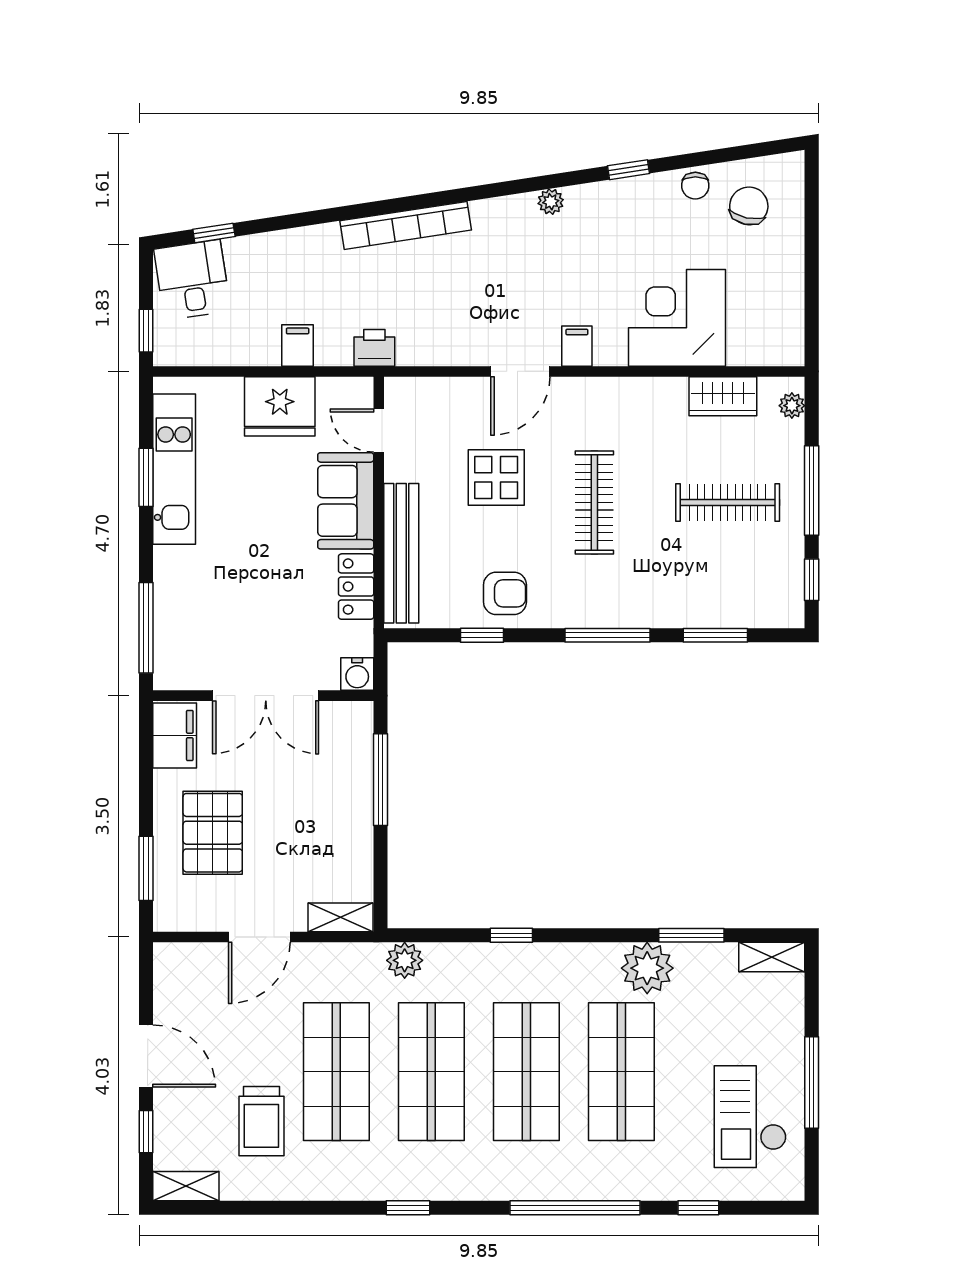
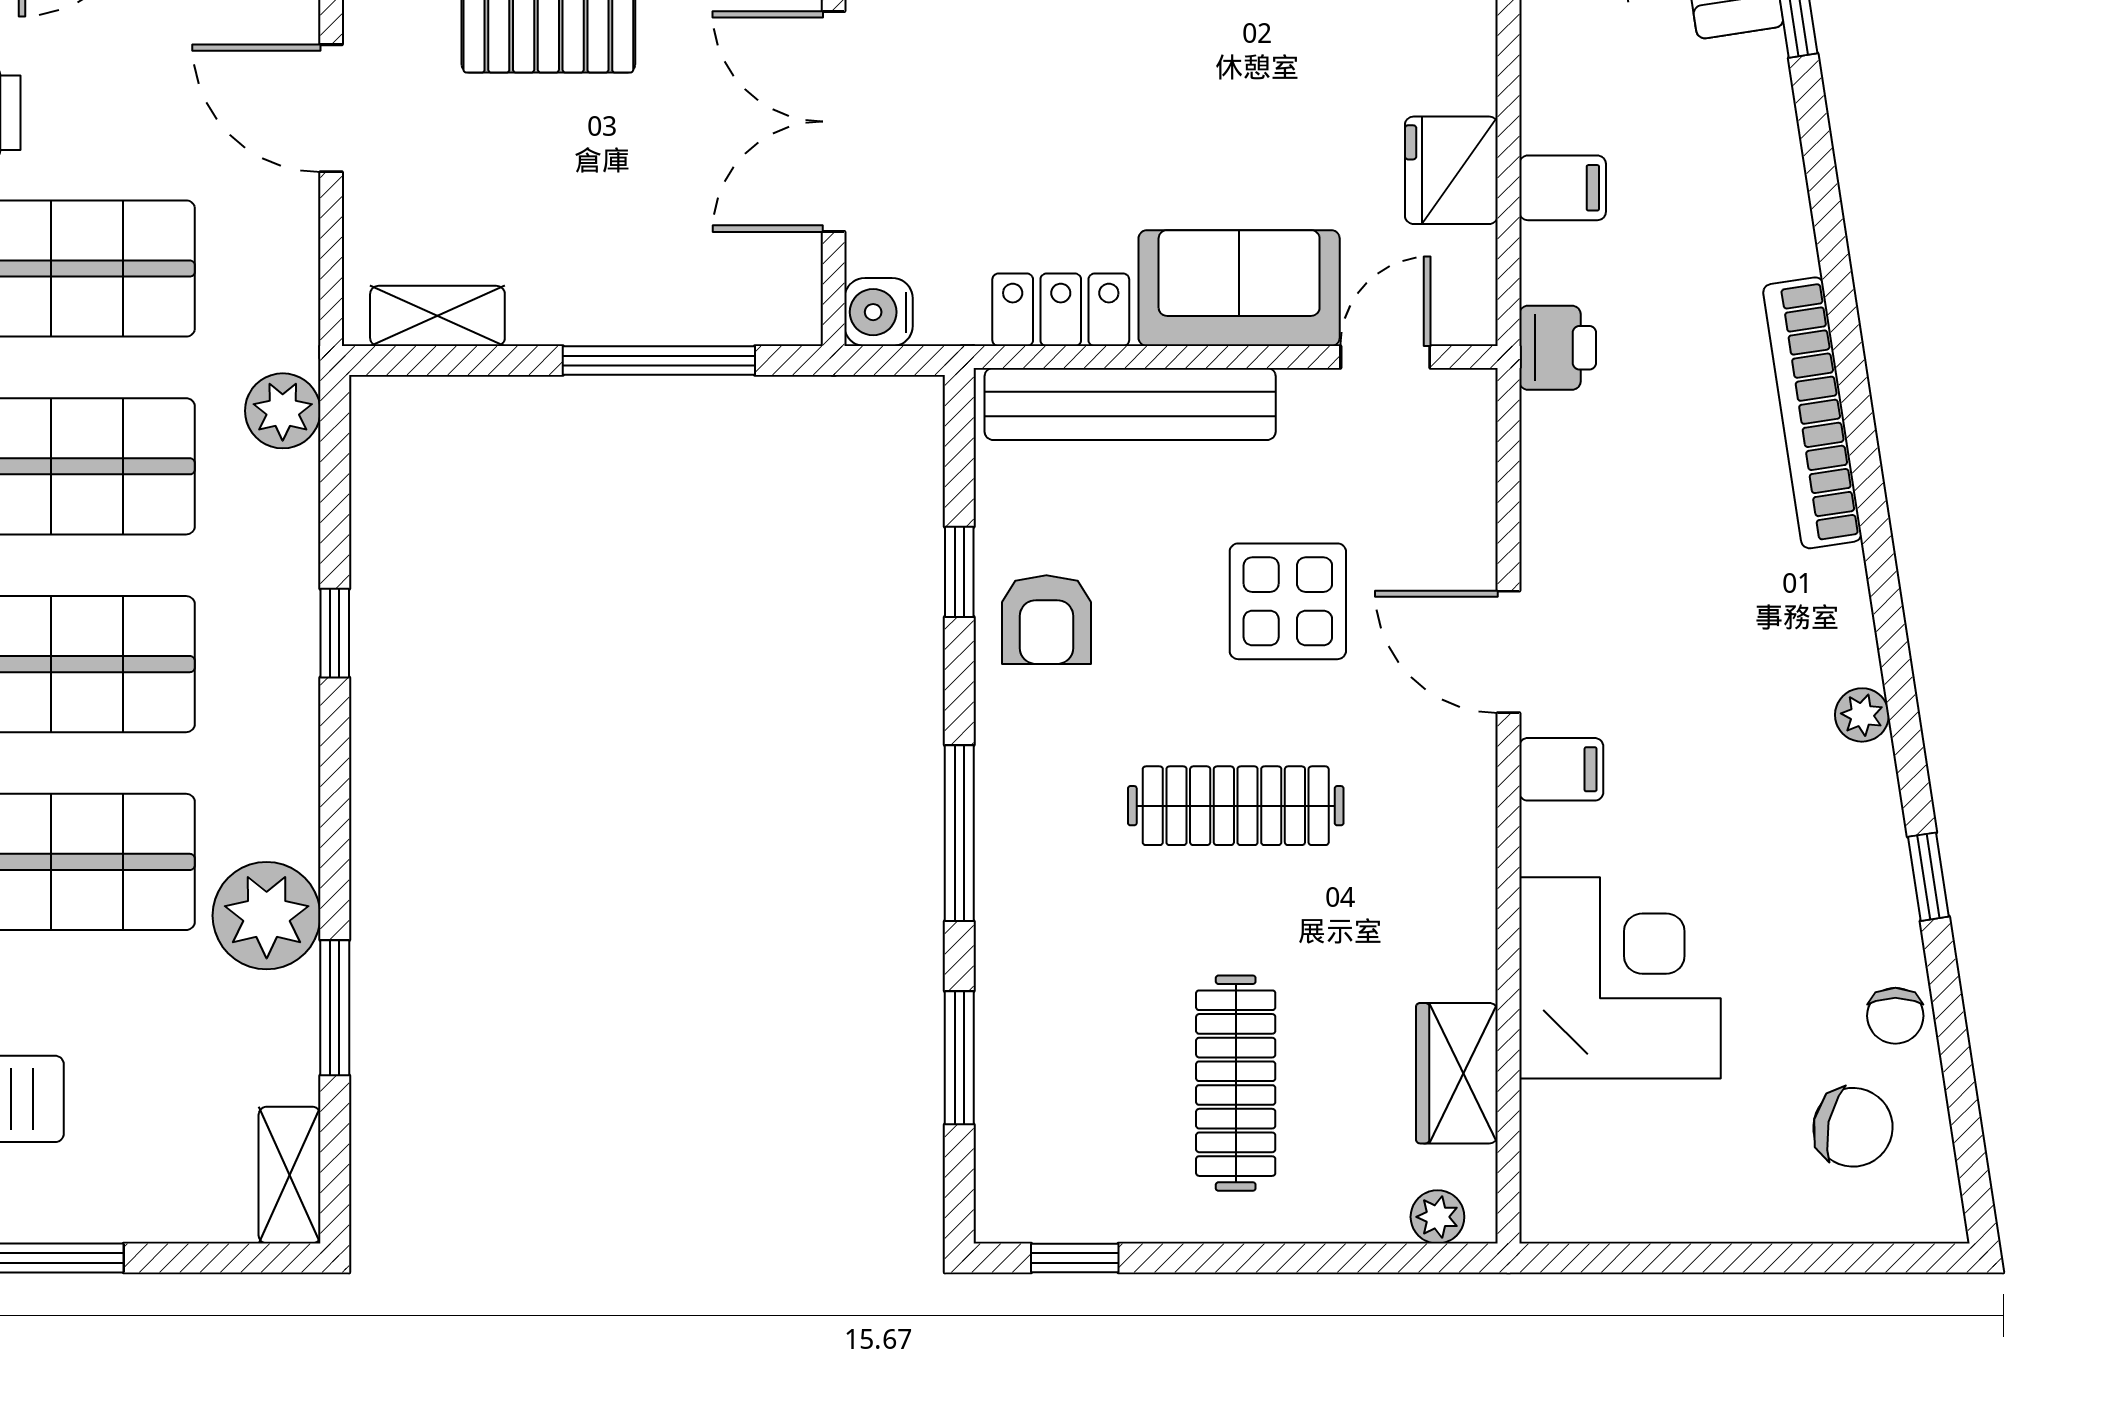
chair: (695, 186) -> (1895, 1016), turned -90
fridge: (280, 406) -> (1451, 170), width x0.73, depth x0.75
window: (812, 491) -> (1261, 1258), removed
shelving: (340, 917) -> (437, 316), moved, turned 90

